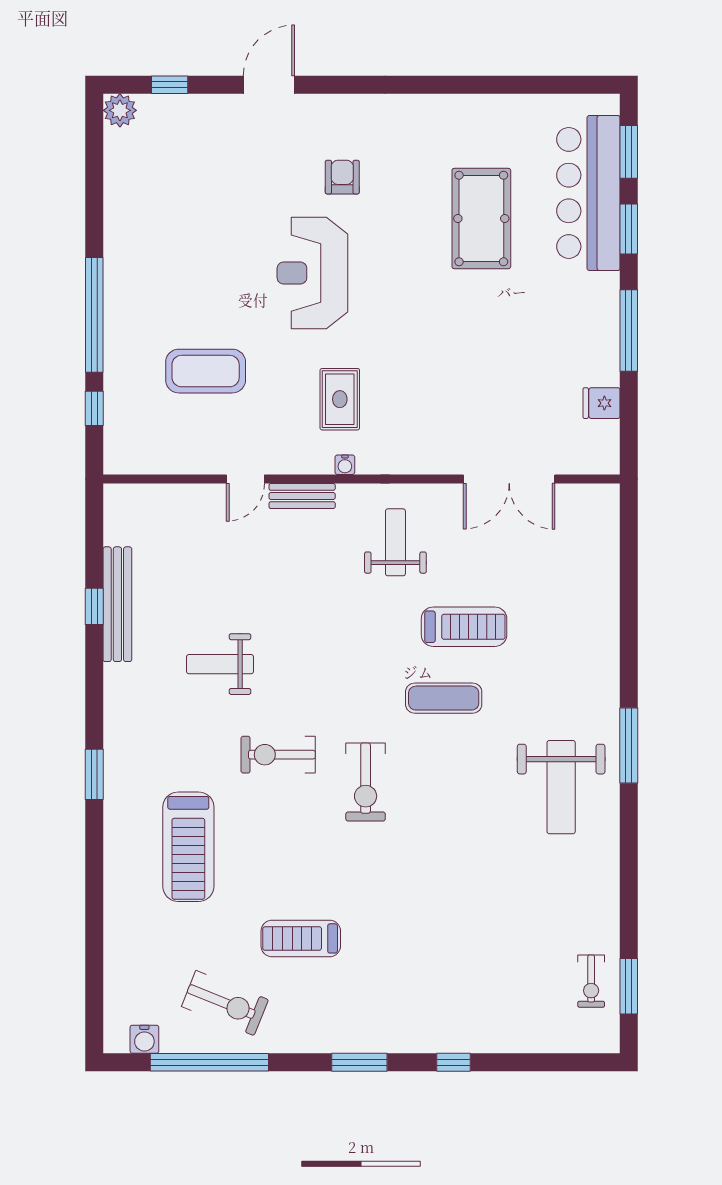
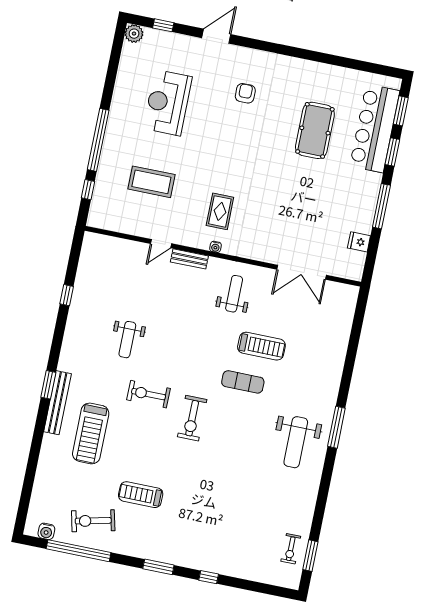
reception desk: (312, 273) -> (168, 103), moved
bench: (117, 604) -> (58, 403), moved
weight bench: (220, 664) -> (127, 340), turned -90
exercise bike: (225, 1003) -> (93, 521), turned 145

